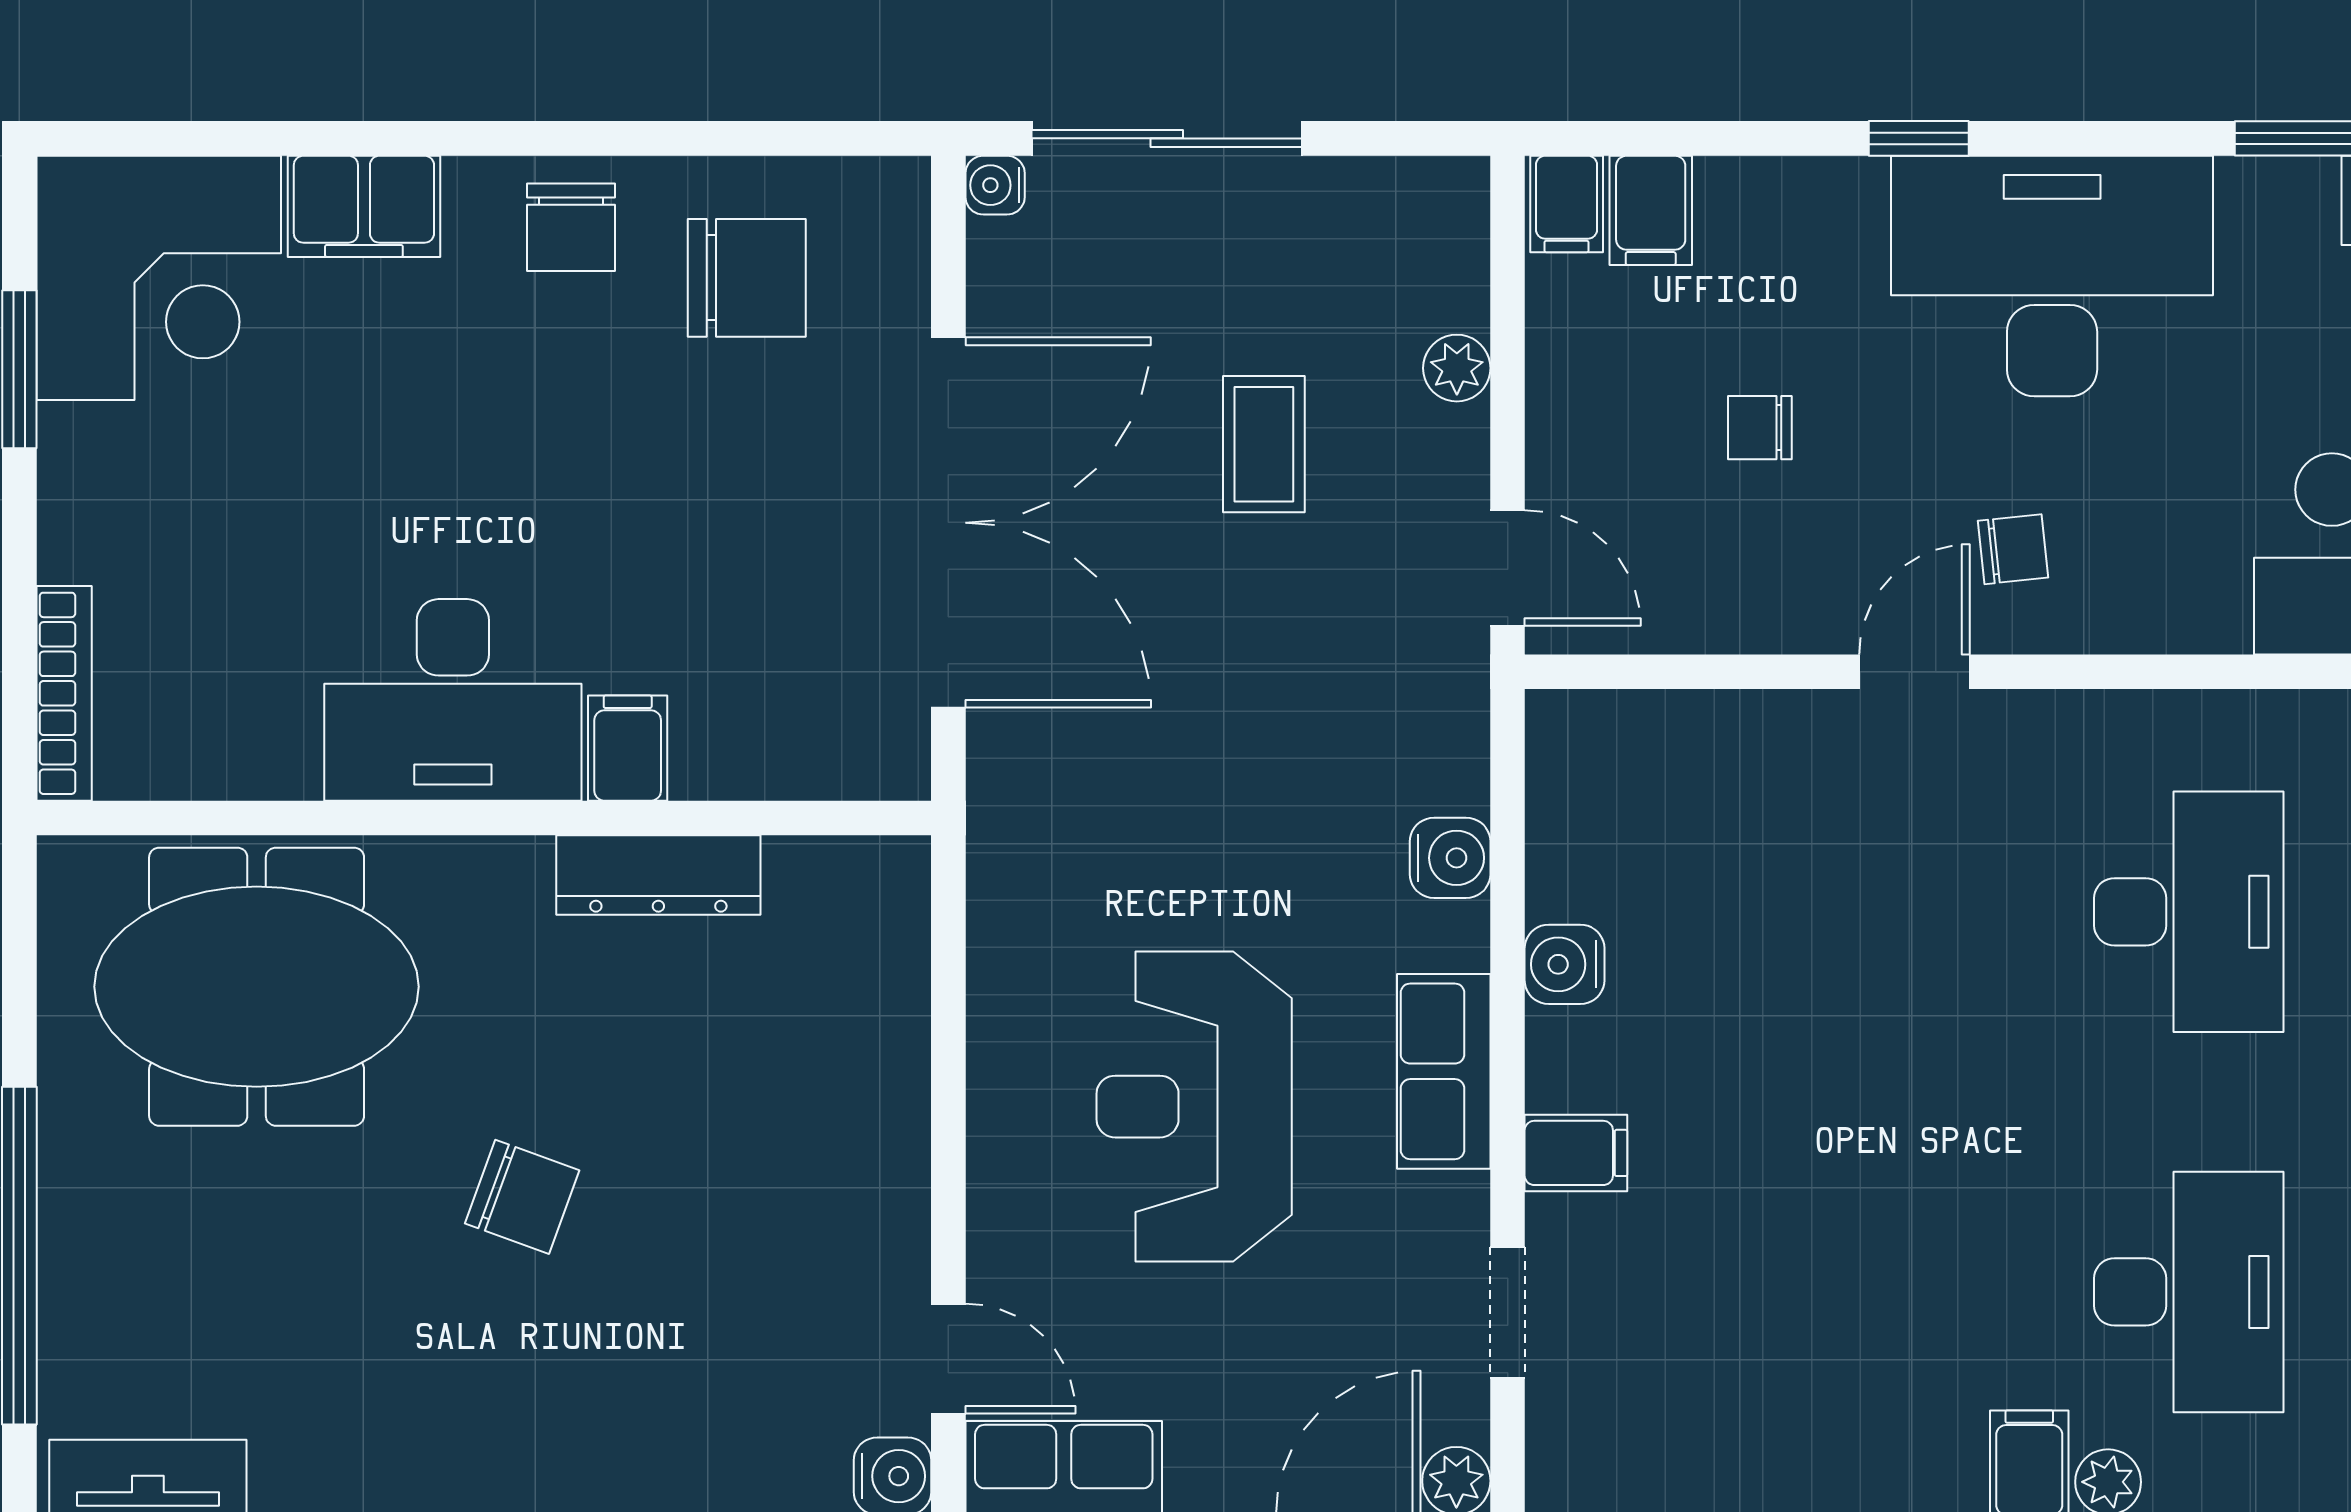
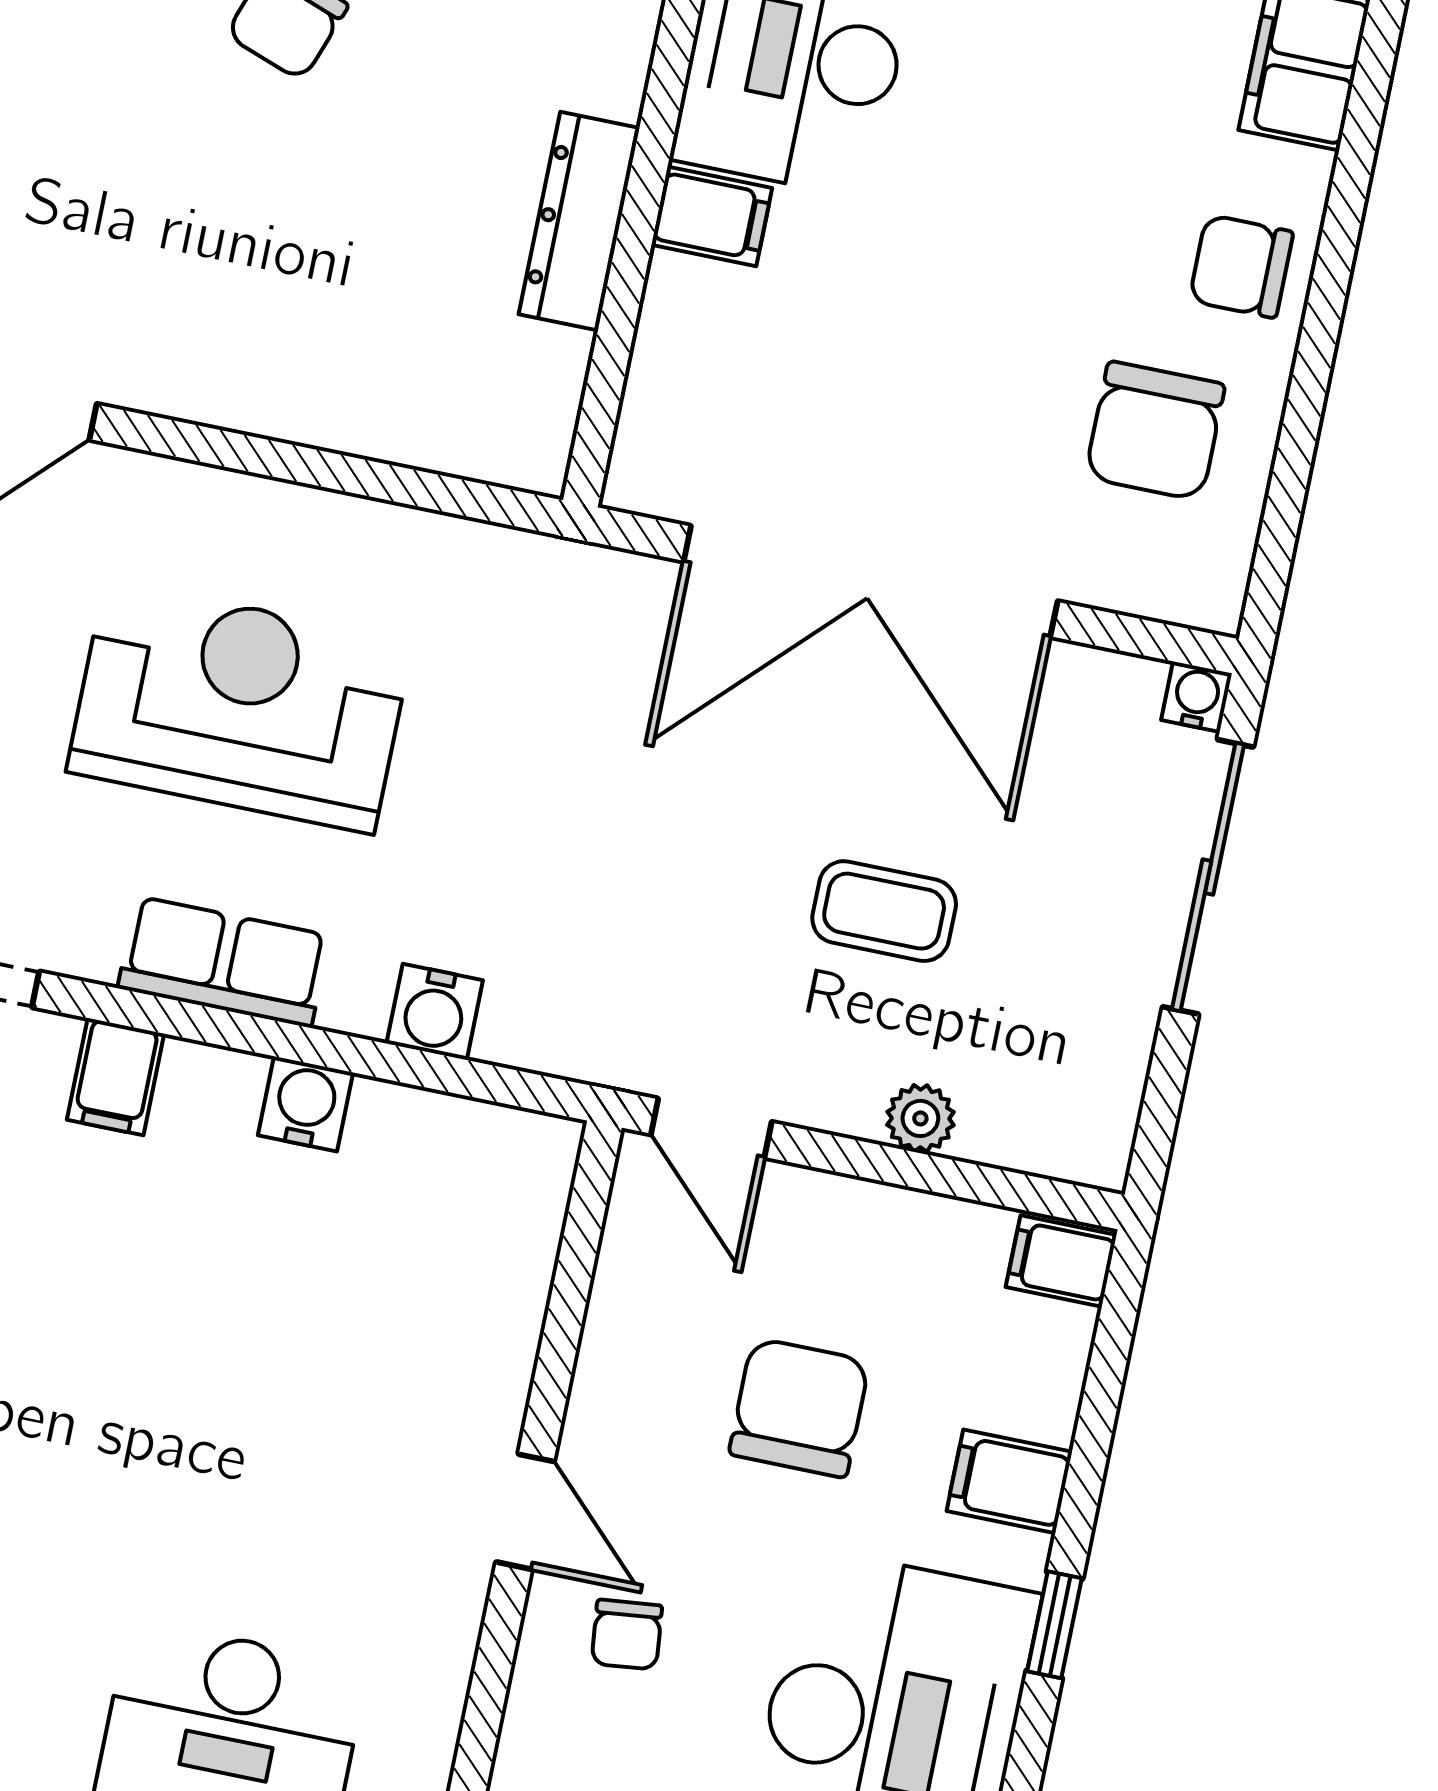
filing cabinet: (1651, 210) -> (1009, 1481), moved
chair: (1760, 428) -> (799, 1408), width x1.87, depth x1.87
door: (1508, 568) -> (711, 1128), hinge flipped

